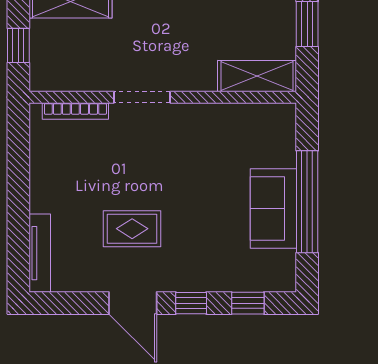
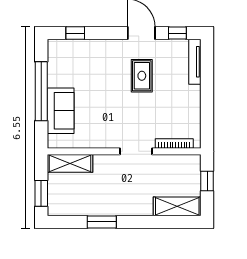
sofa: (273, 209) -> (61, 111), moved
rug: (132, 229) -> (142, 76), turned 90
window: (191, 303) -> (177, 33), moved

